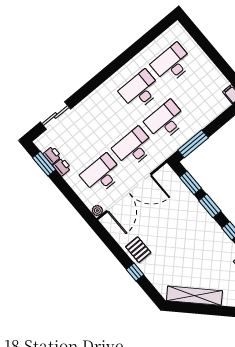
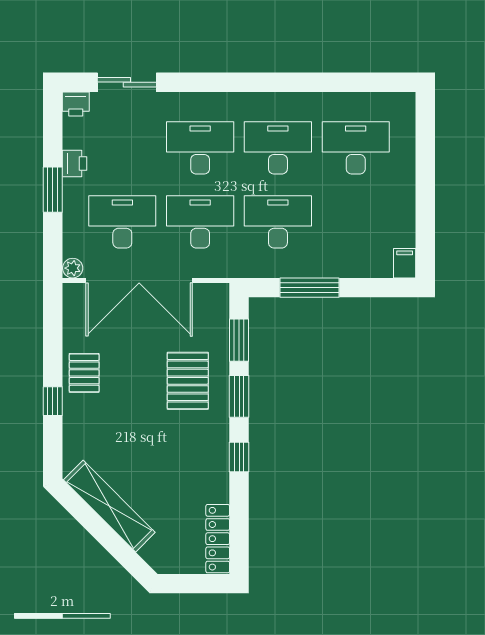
desk: (108, 117) -> (200, 148), added
window: (193, 144) -> (310, 288), moved
printer: (52, 155) -> (76, 104), moved, turned 90
window: (44, 164) -> (53, 190), moved
pallet: (183, 217) -> (188, 381), added

